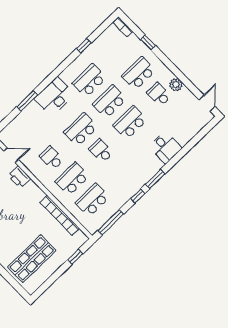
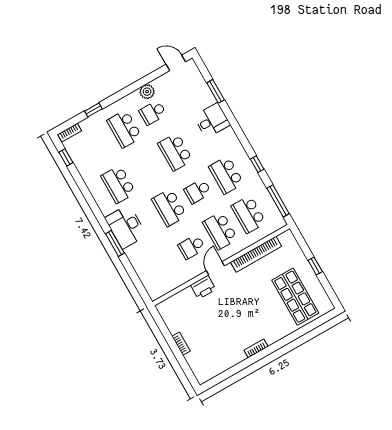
window: (84, 46) -> (66, 157), moved
window: (27, 101) -> (115, 243), moved
school desk: (110, 102) -> (226, 175), moved
door: (11, 155) -> (215, 268), moved
window: (155, 179) -> (216, 91), moved
window: (75, 257) -> (315, 266), moved

